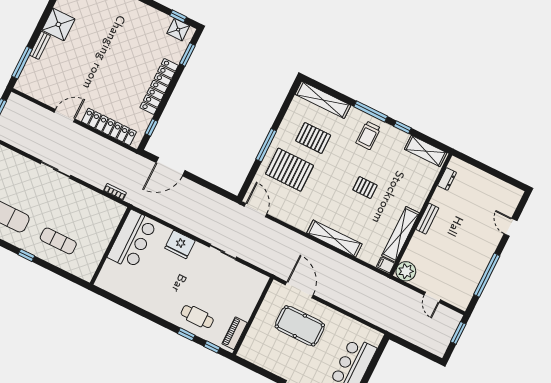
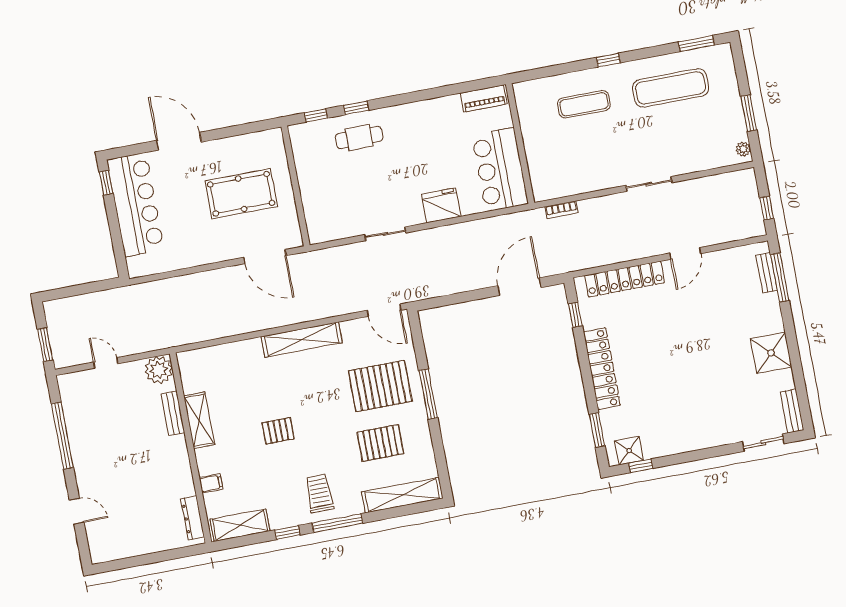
bench: (40, 45) -> (767, 273), moved
dresser: (447, 179) -> (192, 518), width x1.44
bench: (427, 219) -> (173, 413), moved
shelving: (401, 234) -> (199, 420), width x0.68
shelving: (334, 239) -> (302, 340), moved
filing cabinet: (385, 265) -> (211, 483), moved
pool table: (300, 326) -> (241, 194), moved
piano: (235, 333) -> (484, 98), moved, turned 90

